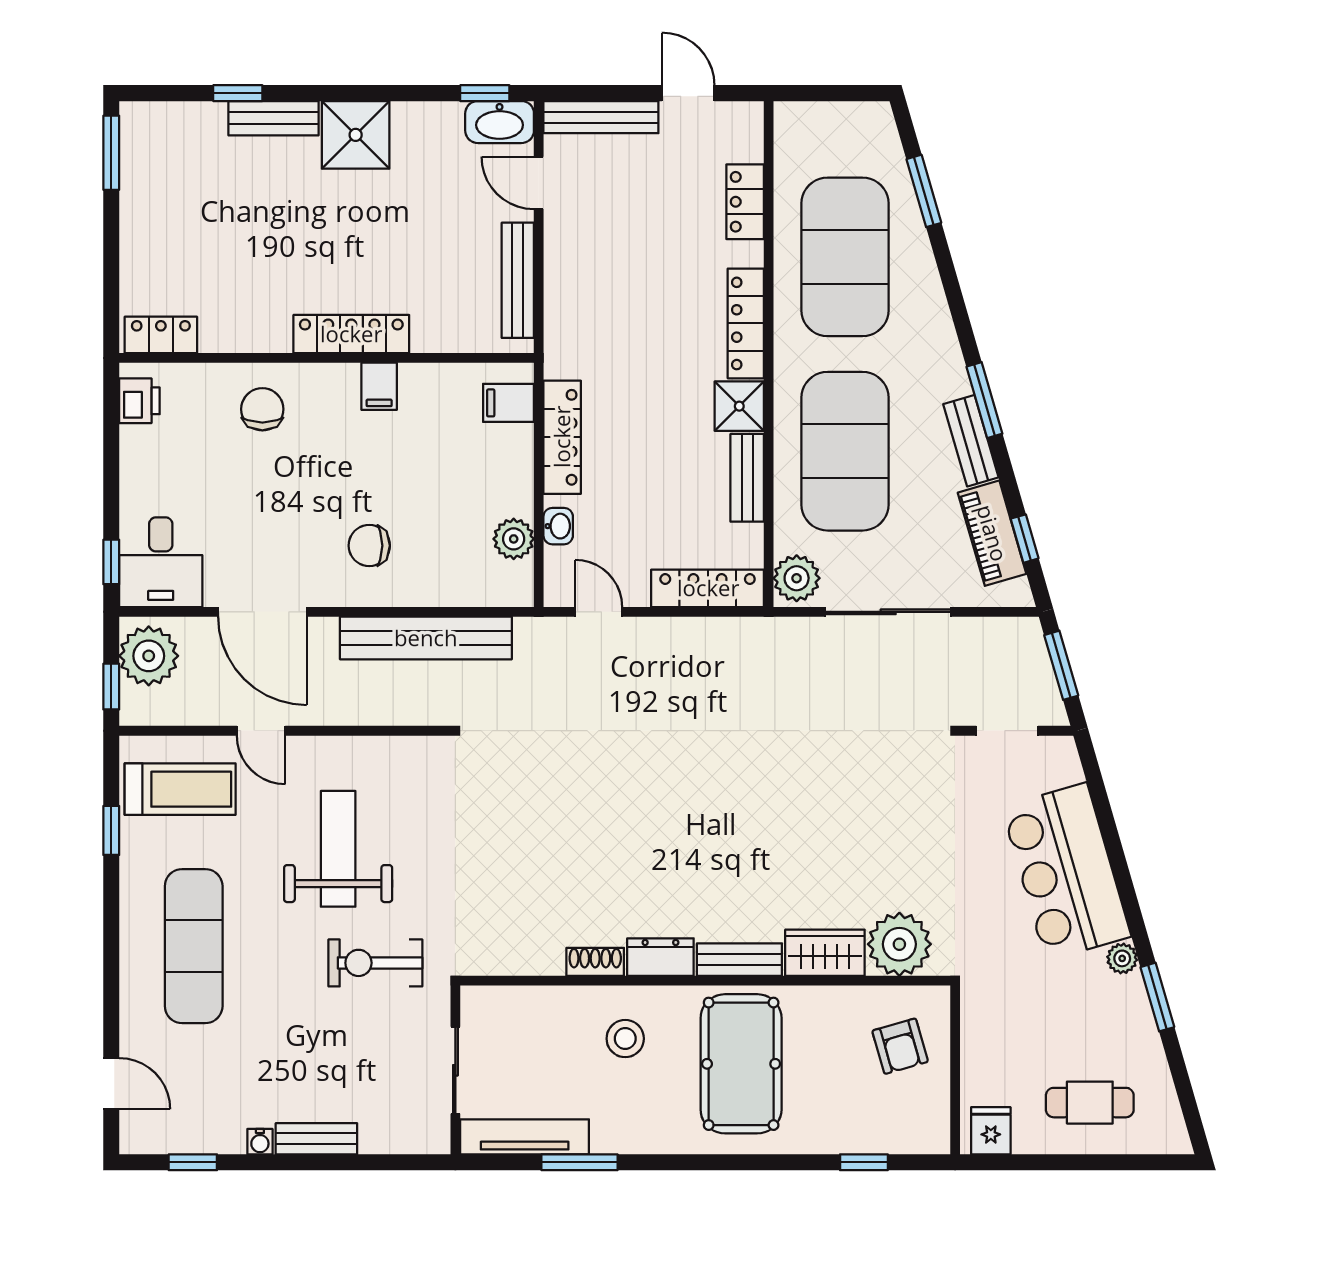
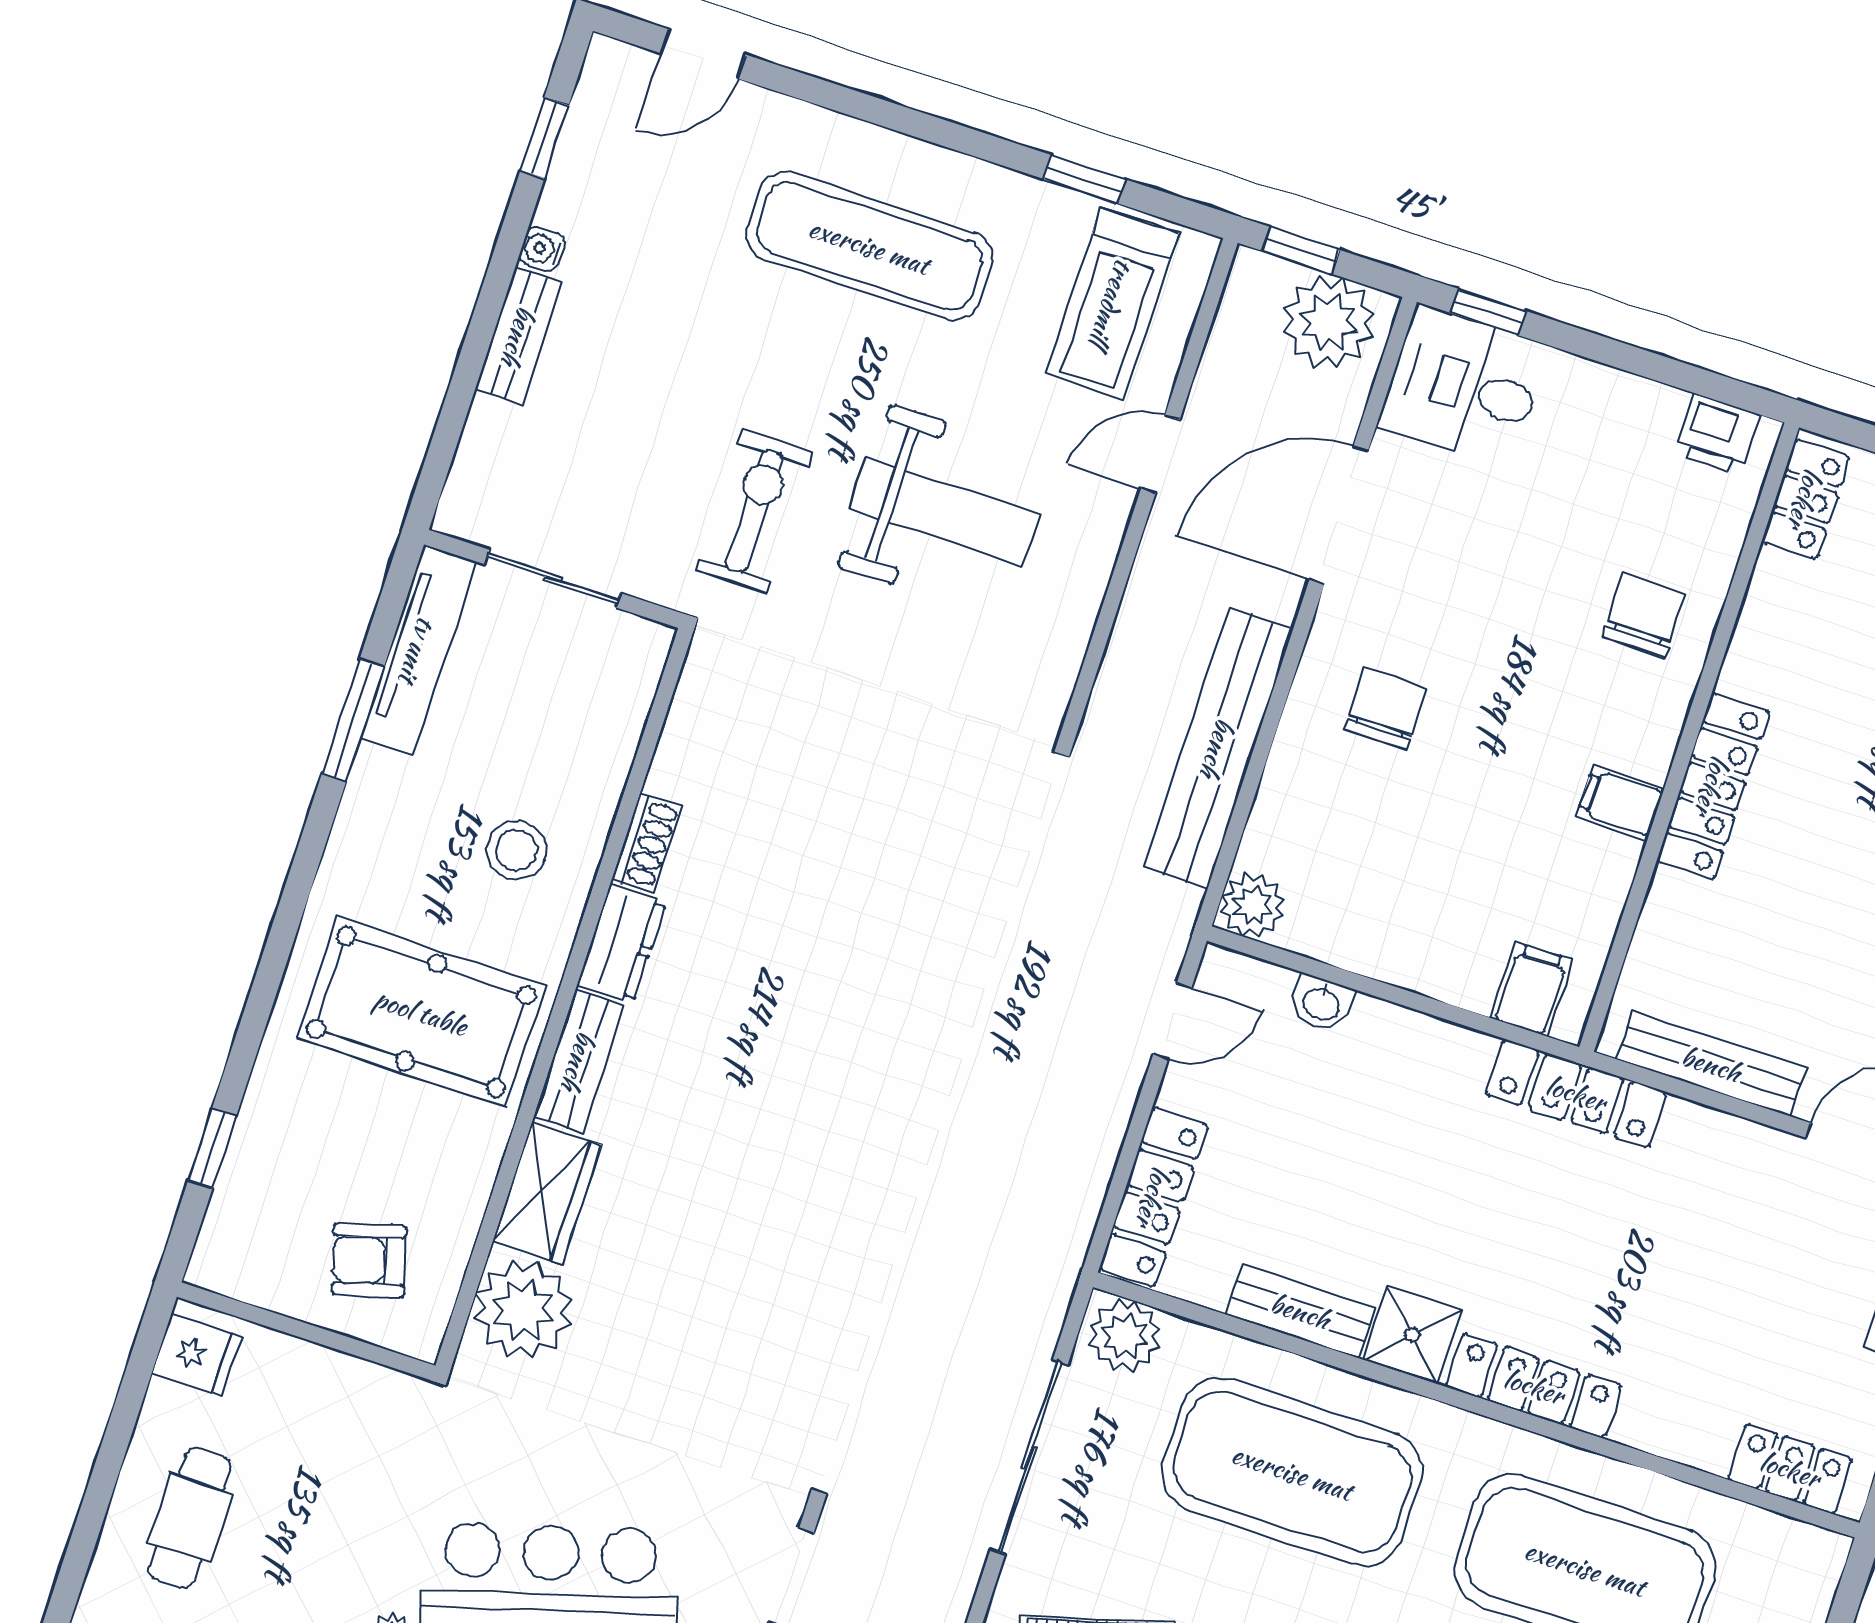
locker: (745, 202) -> (1790, 1469), moved
chair: (262, 409) -> (1644, 615), turned -90
locker: (562, 437) -> (1576, 1093), moved
plant: (514, 539) -> (1252, 906), moved

